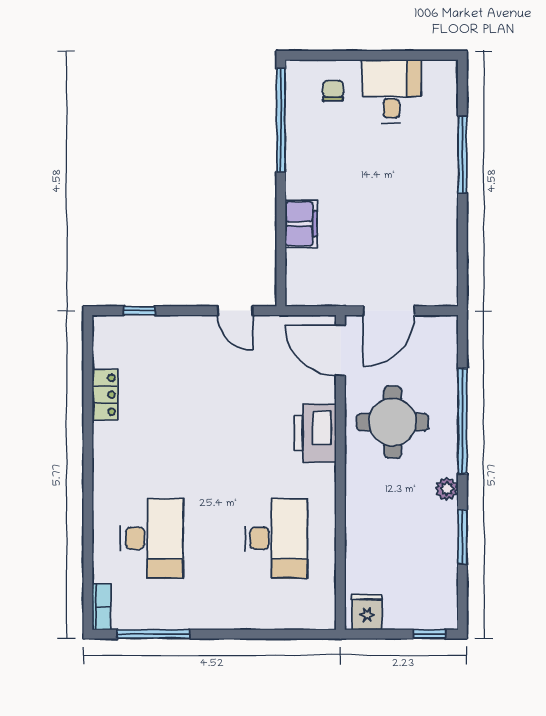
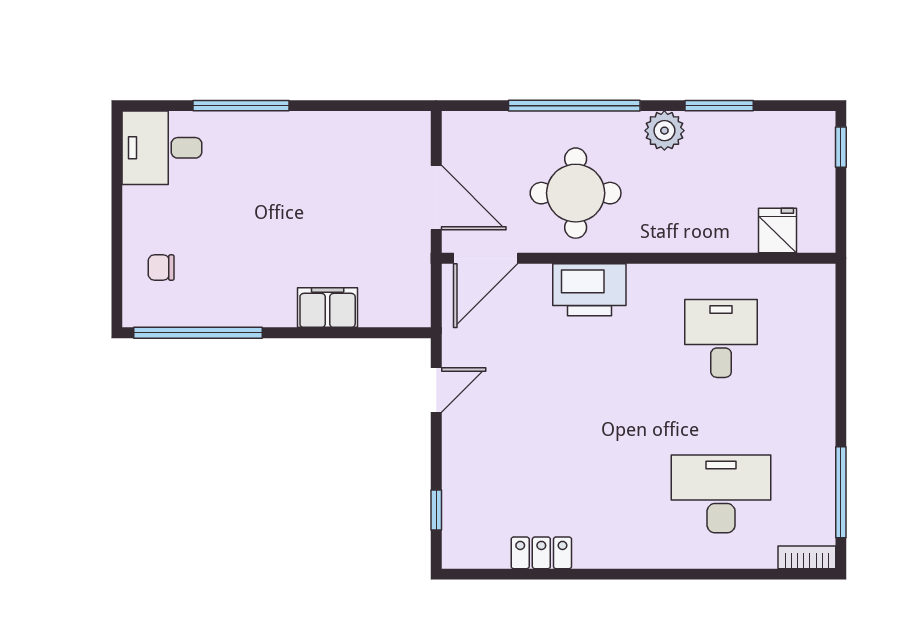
desk: (391, 91) -> (162, 148), moved
plant: (447, 489) -> (664, 131), width x1.38, depth x1.38
desk: (276, 538) -> (721, 338), width x0.73
fridge: (367, 612) -> (778, 230), moved, turned 90

